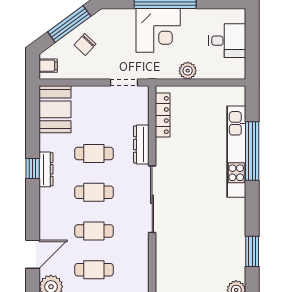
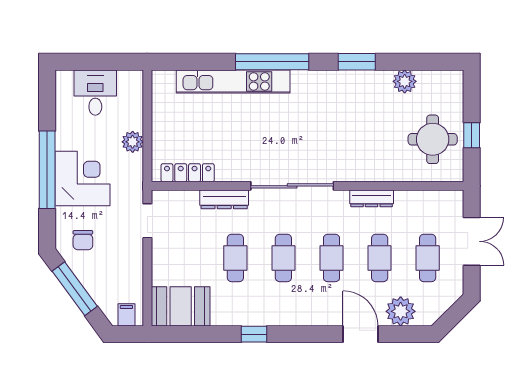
chair: (85, 44) -> (83, 240), moved, turned 47
window: (252, 151) -> (272, 62), moved
dresser: (46, 169) -> (372, 198), moved, turned 180

